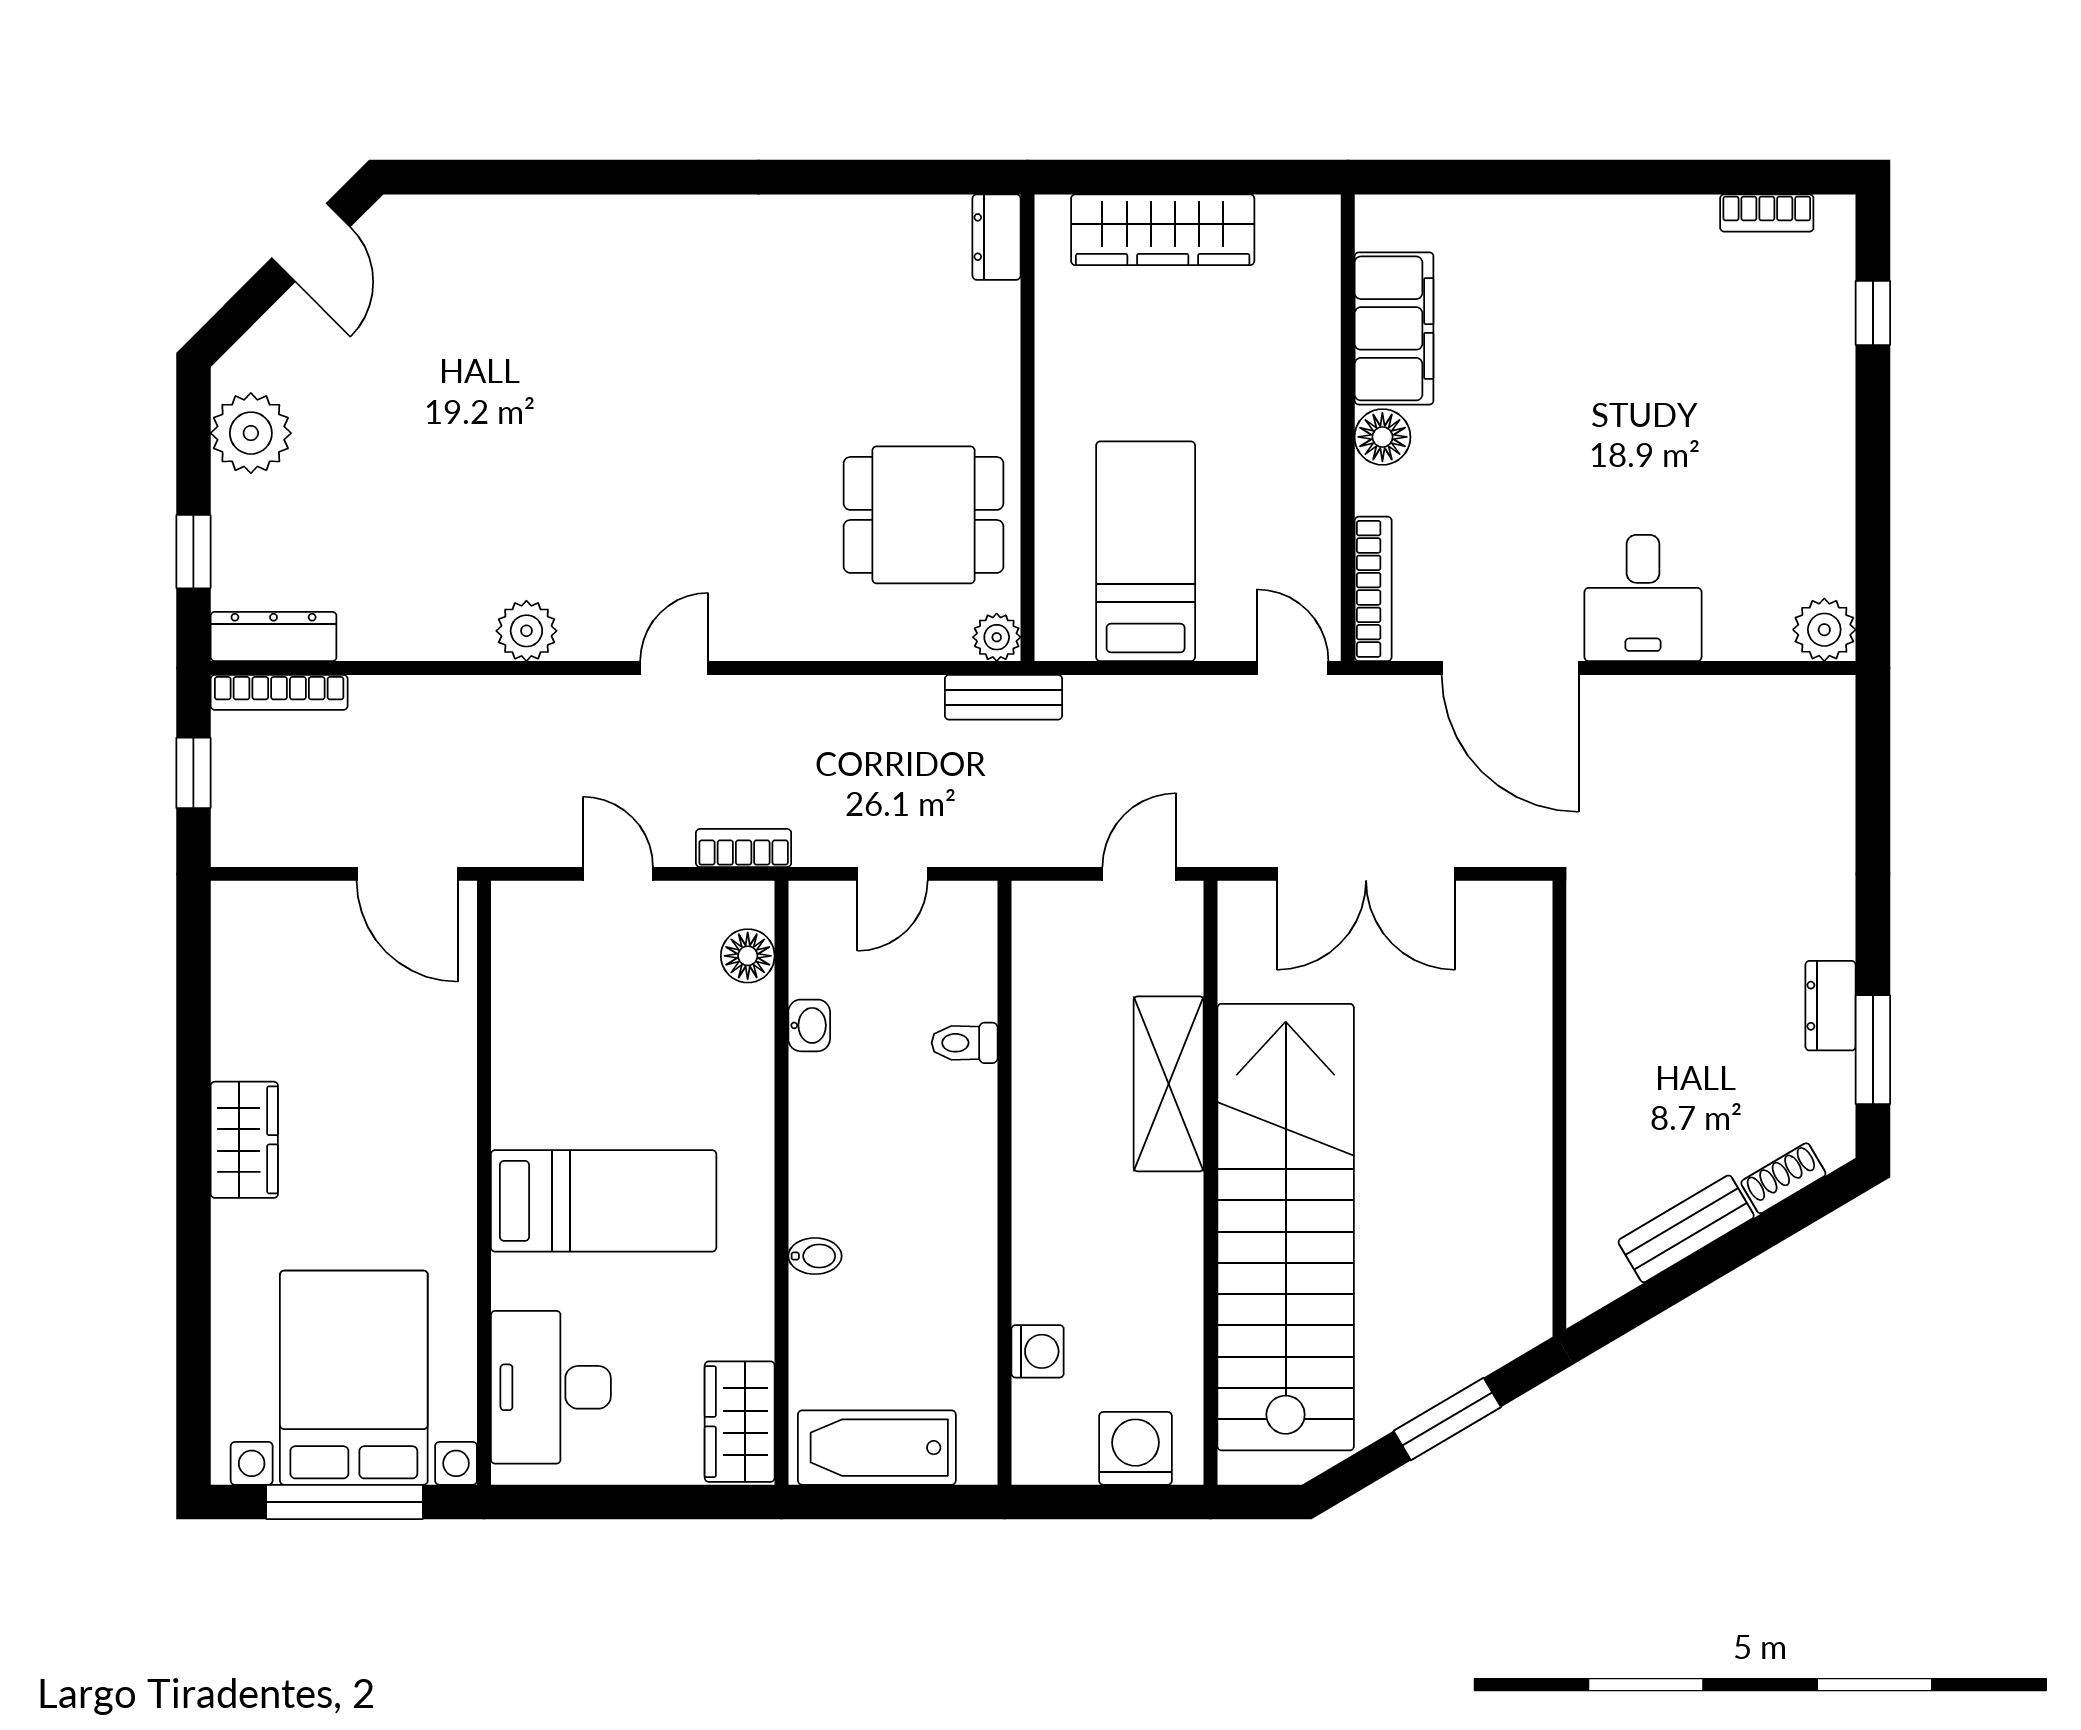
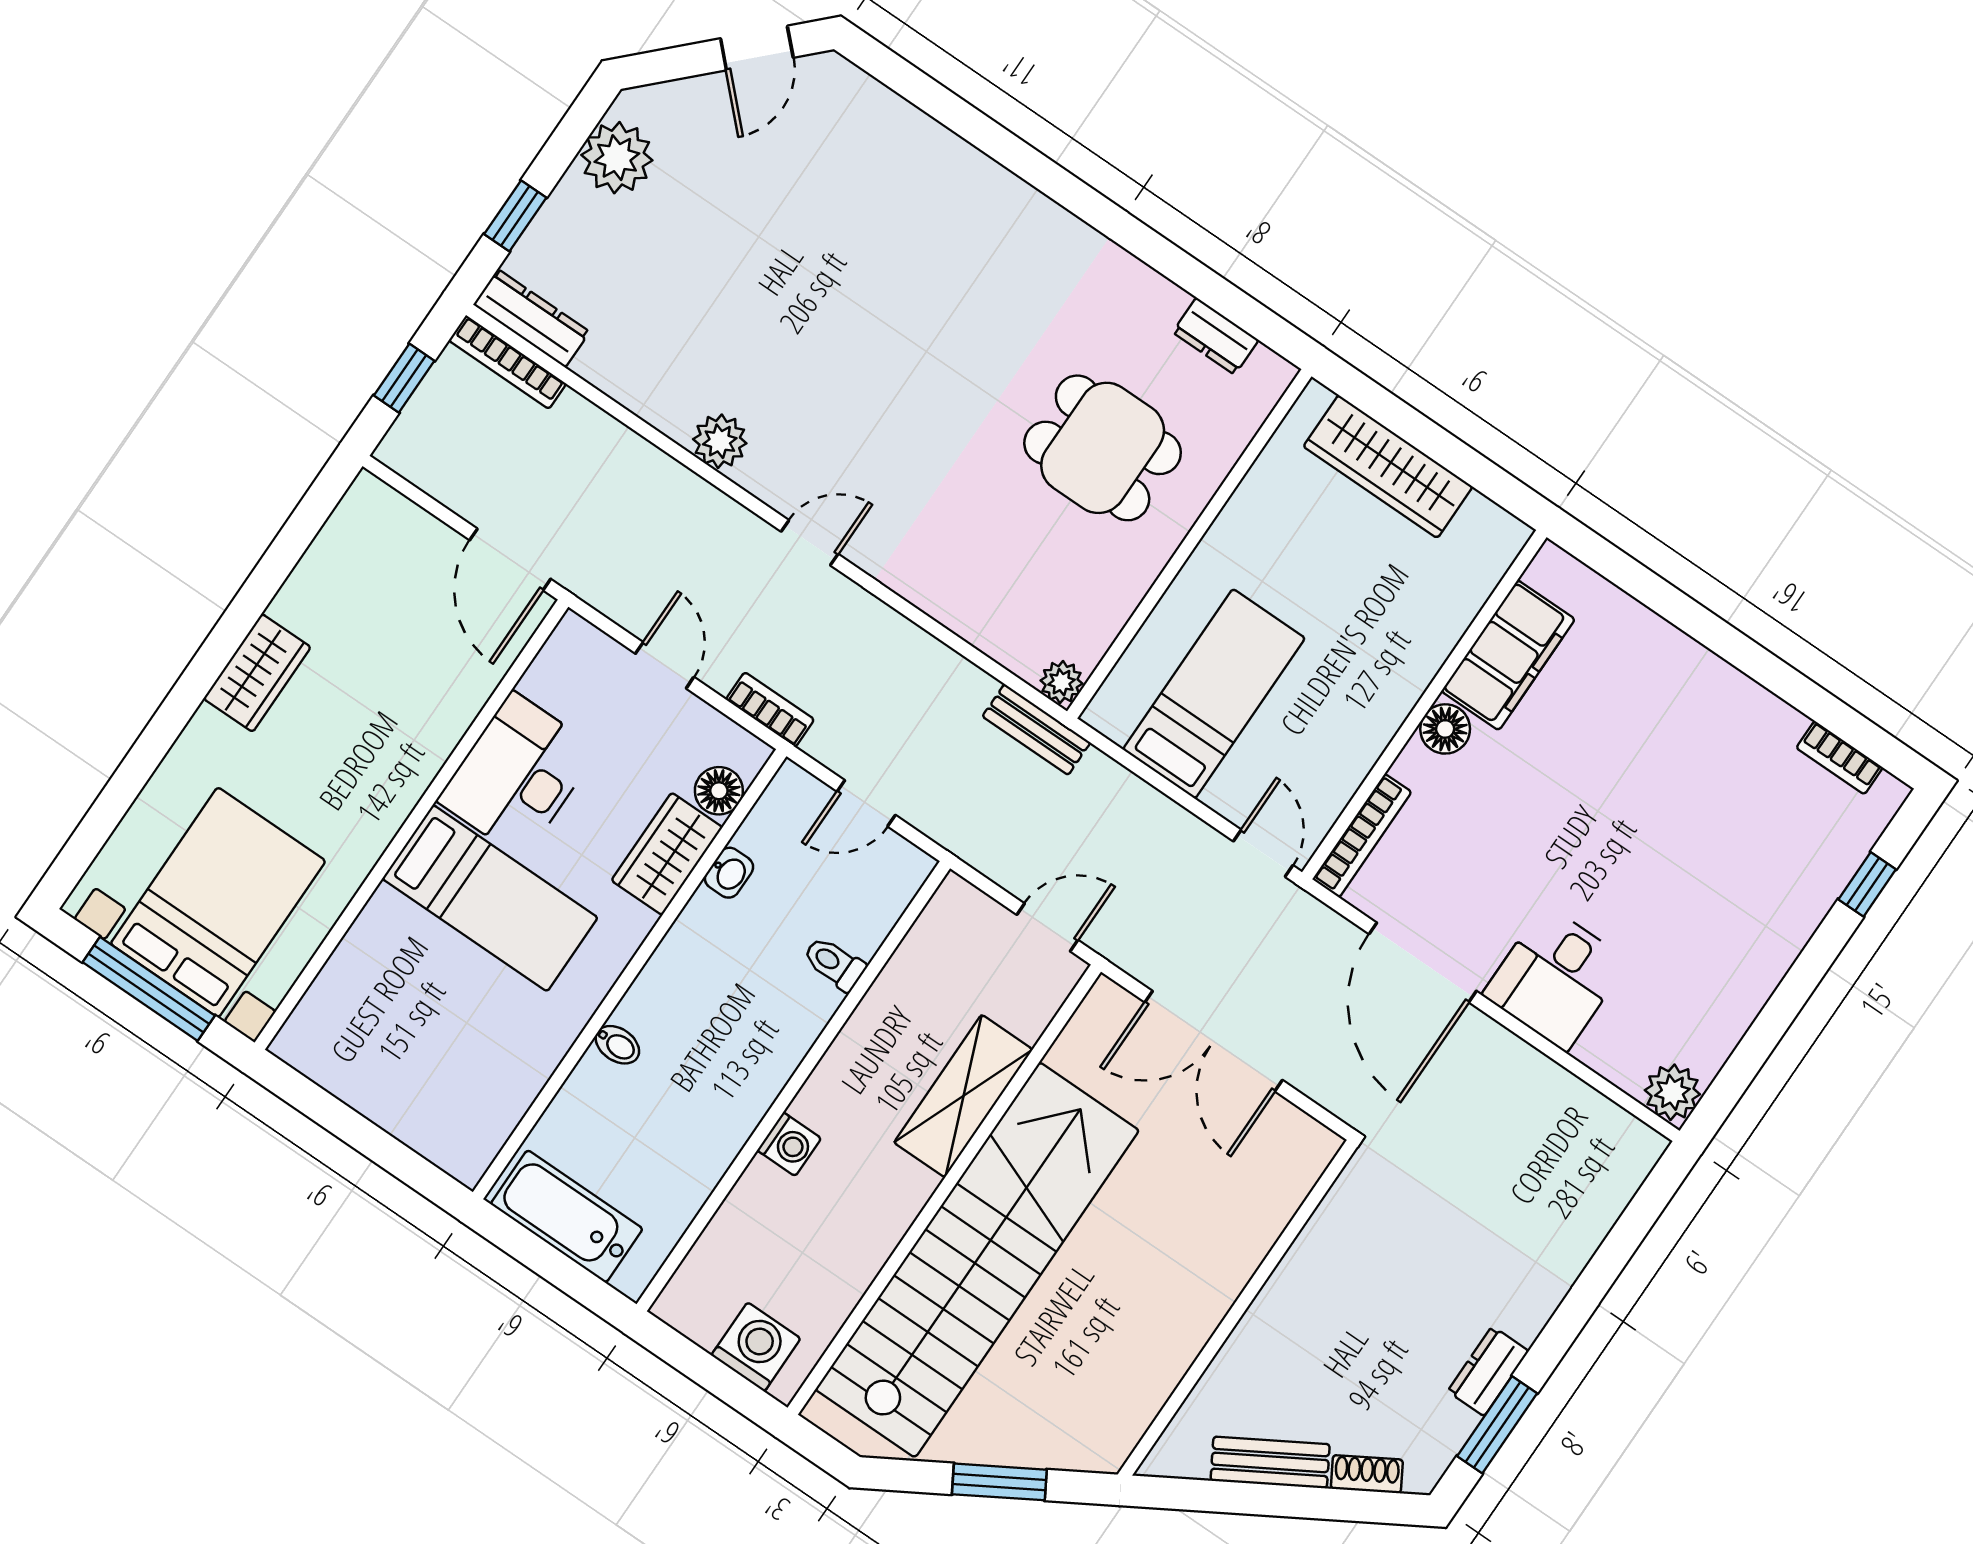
dresser: (997, 237) -> (1216, 336), moved, turned -90
dining table: (924, 515) -> (1103, 448), moved
washing machine: (1038, 1351) -> (789, 1144), moved
desk: (551, 1387) -> (518, 775), moved
wardrobe: (740, 1422) -> (667, 854), moved

